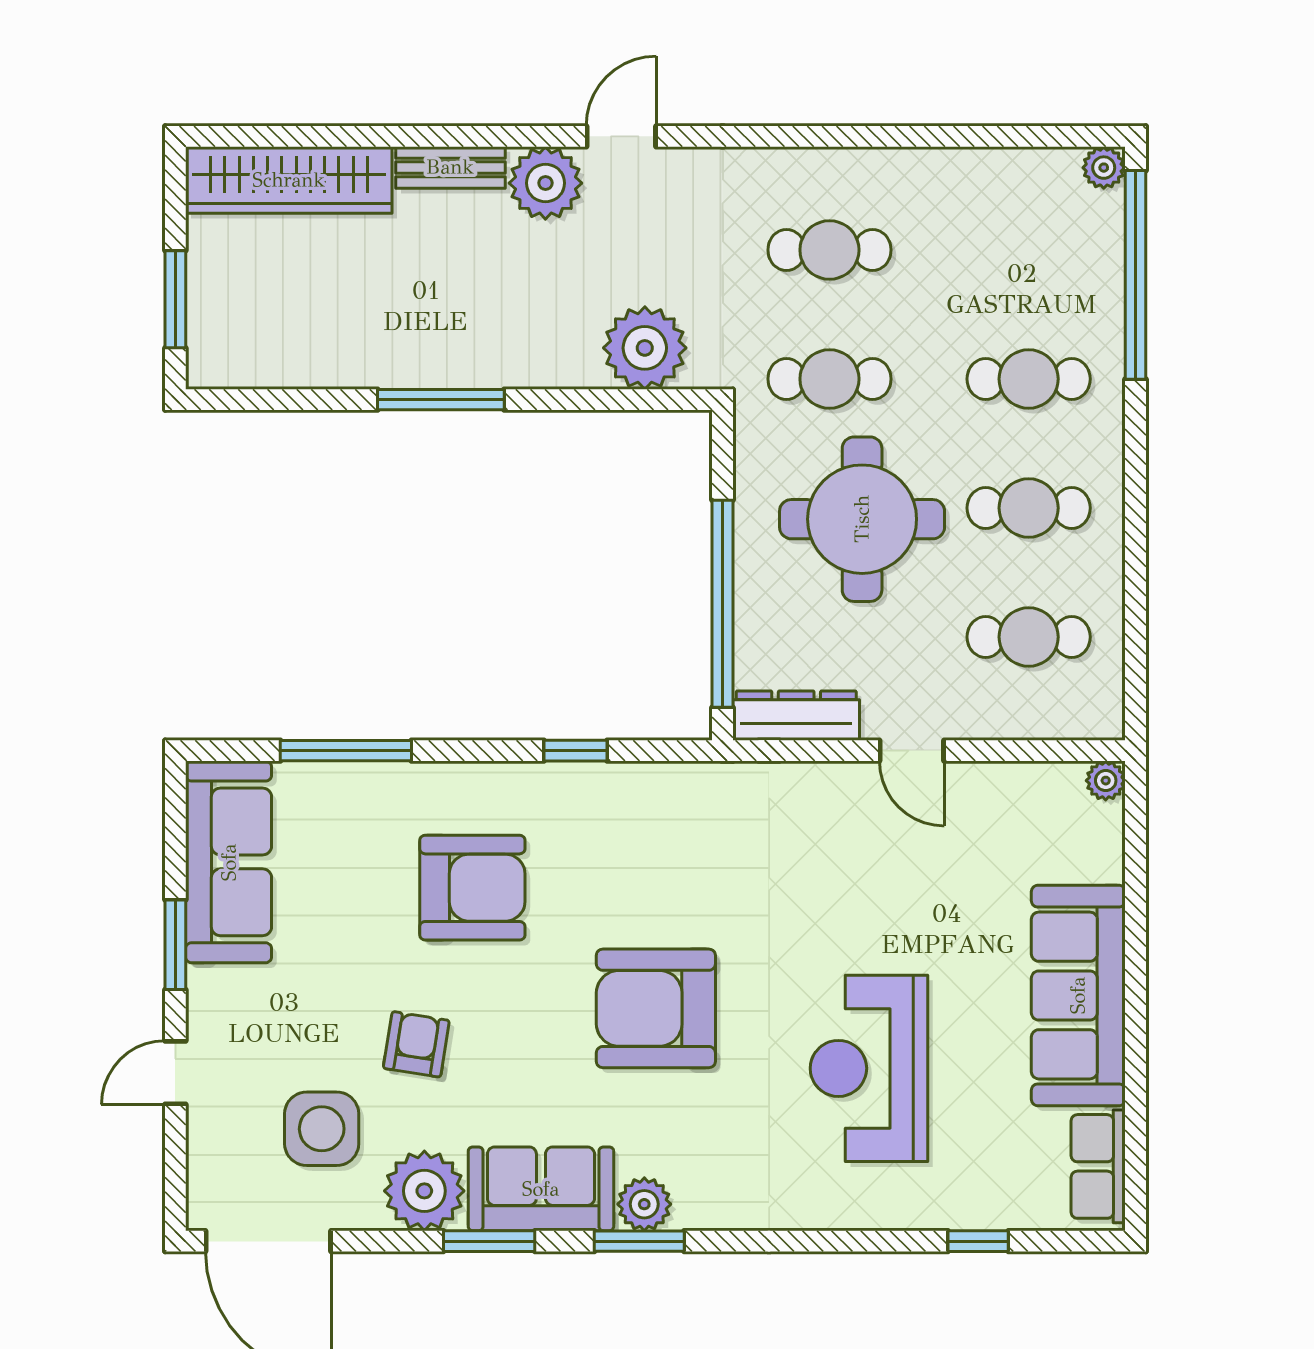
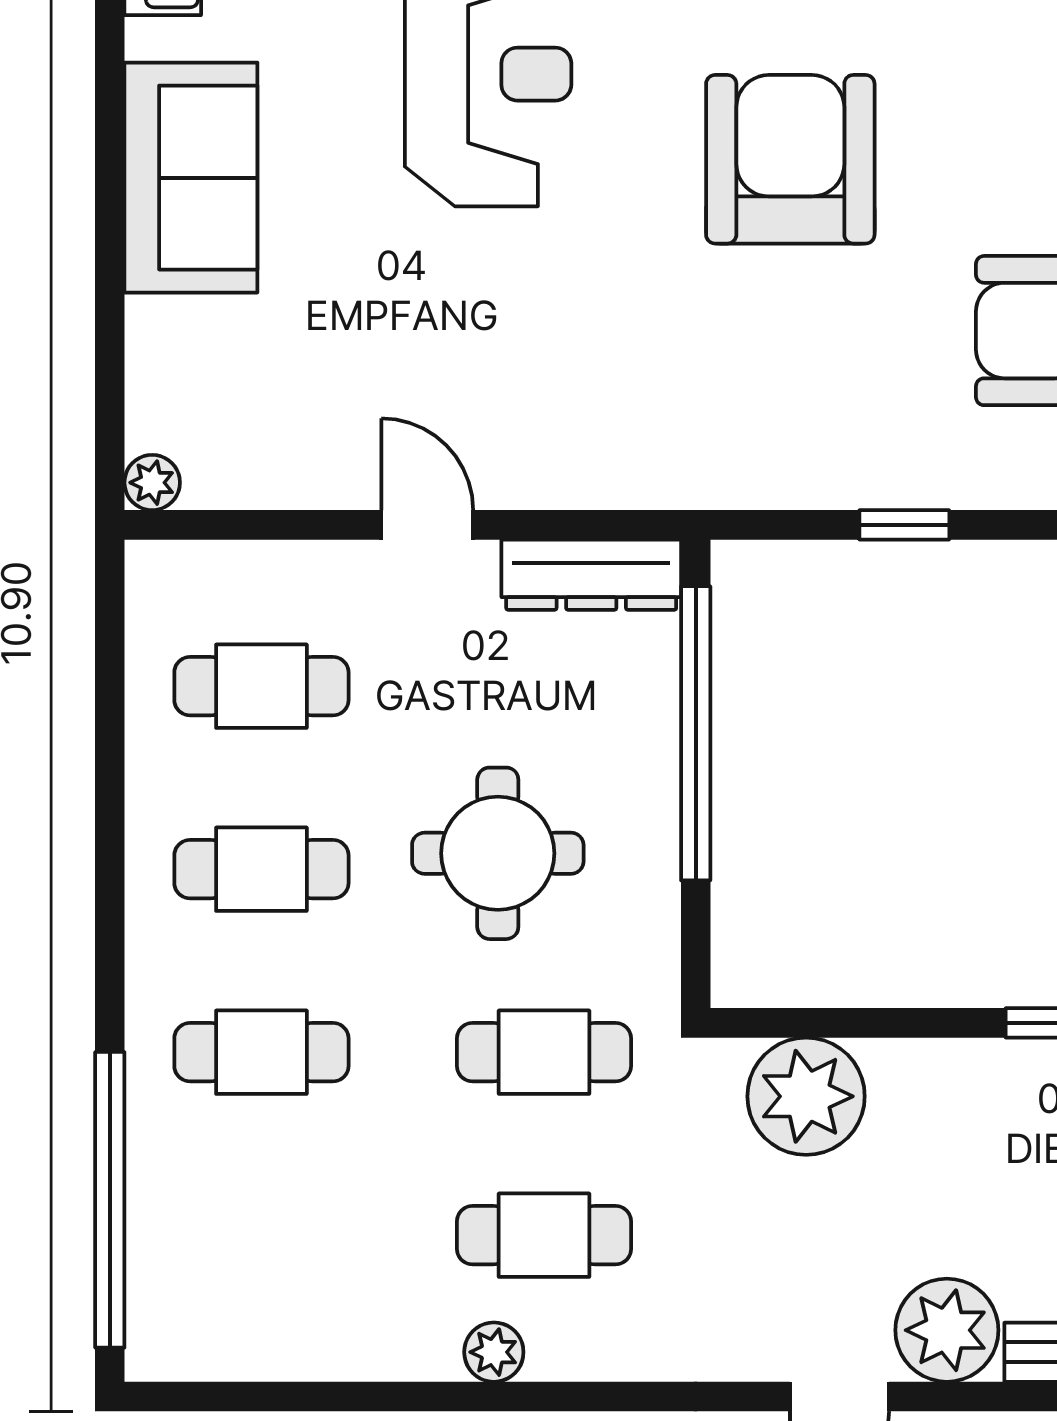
plant: (1104, 168) -> (494, 1352), moved
round table: (862, 519) -> (498, 853), width x0.73, depth x0.73
sofa: (1078, 995) -> (191, 178), width x0.73
armchair: (656, 1008) -> (790, 159), turned -90

